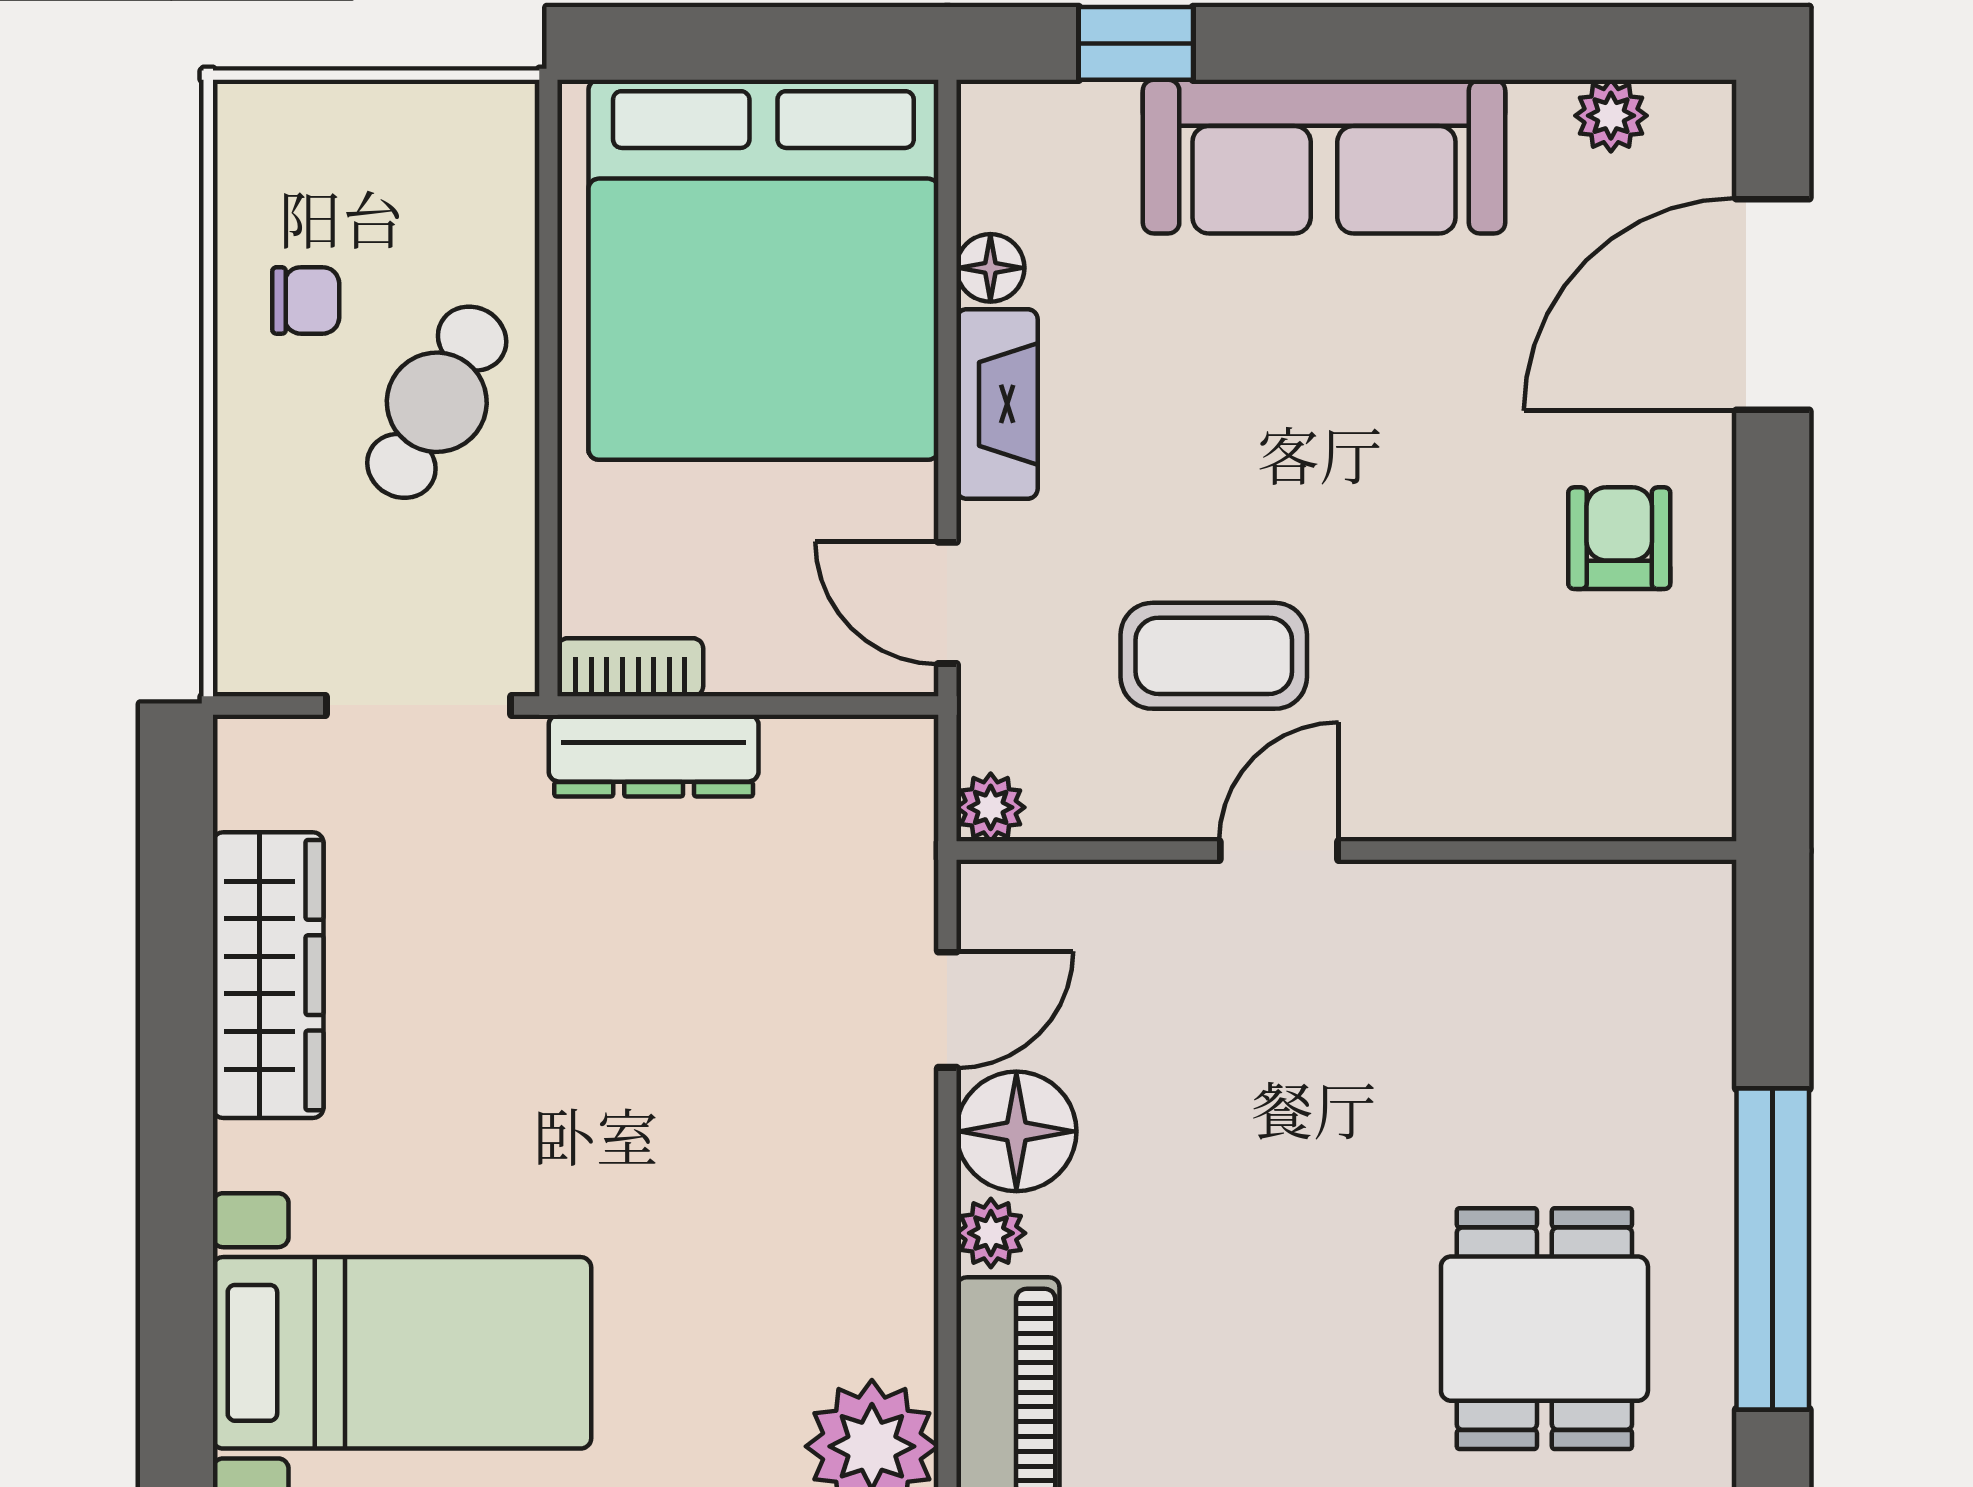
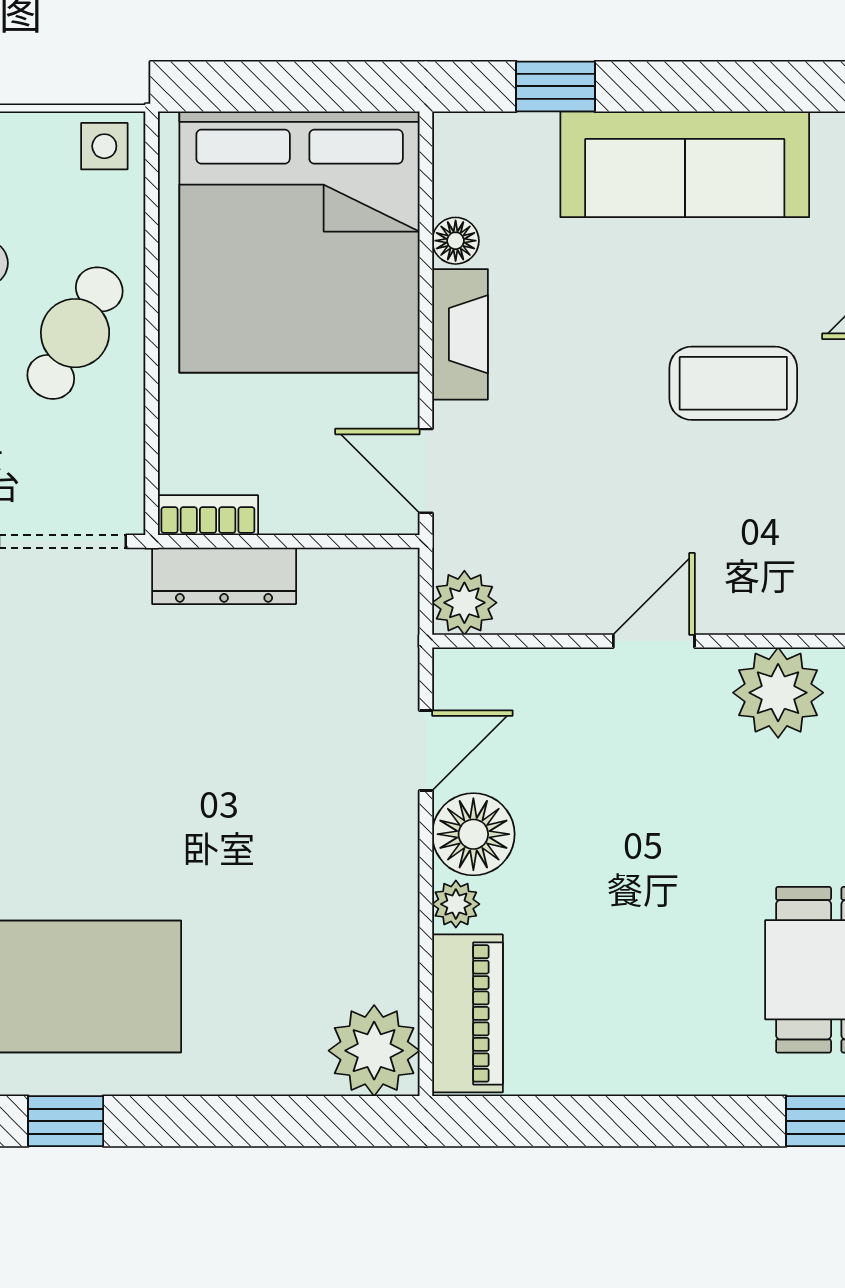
side table: (479, 130) -> (104, 146), added
coffee table: (1214, 656) -> (733, 383), moved
plant: (991, 807) -> (464, 603), width x1.38, depth x1.38
plant: (1460, 925) -> (778, 693), added

